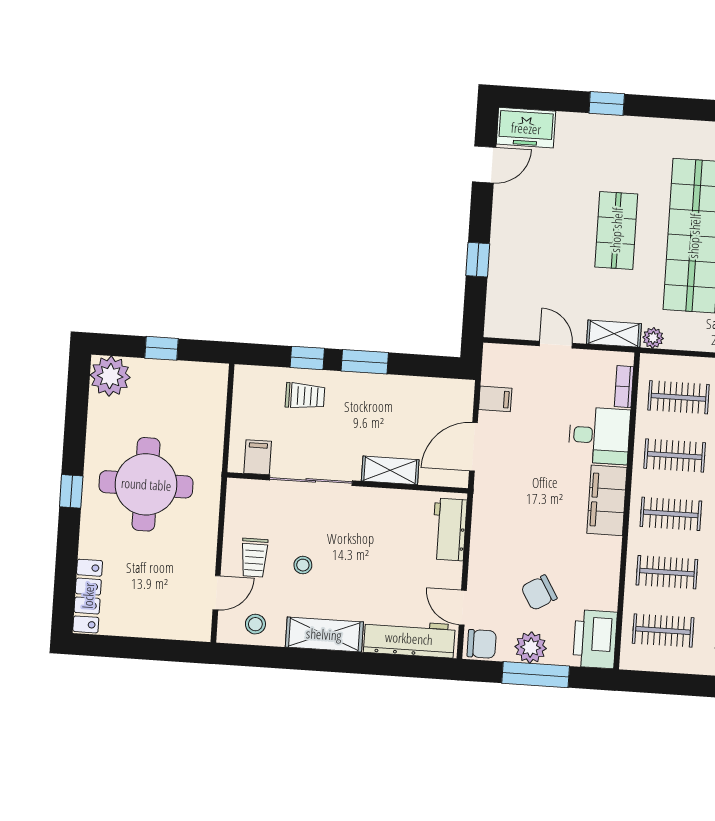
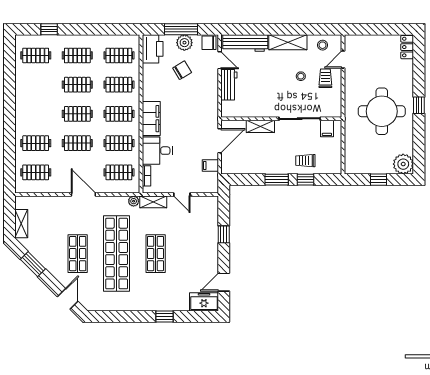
workbench: (449, 529) -> (229, 85), moved
locker: (88, 596) -> (407, 47), width x0.66

